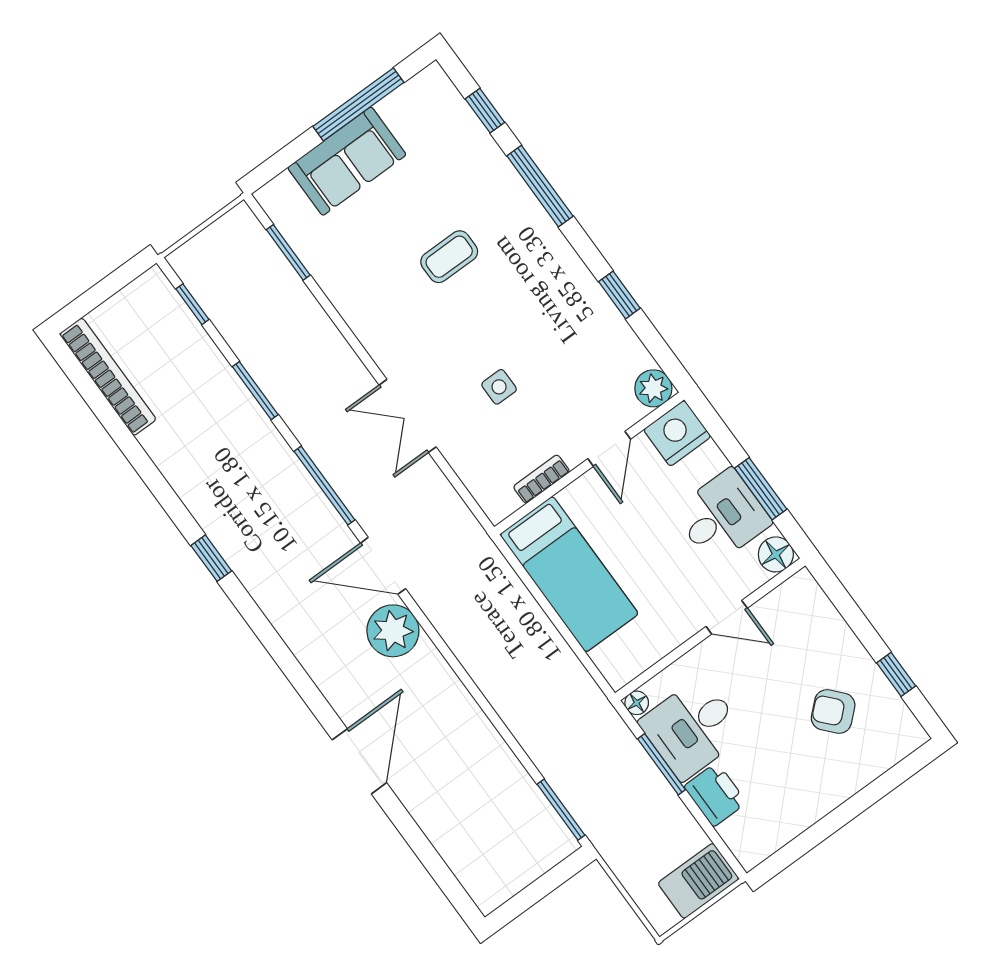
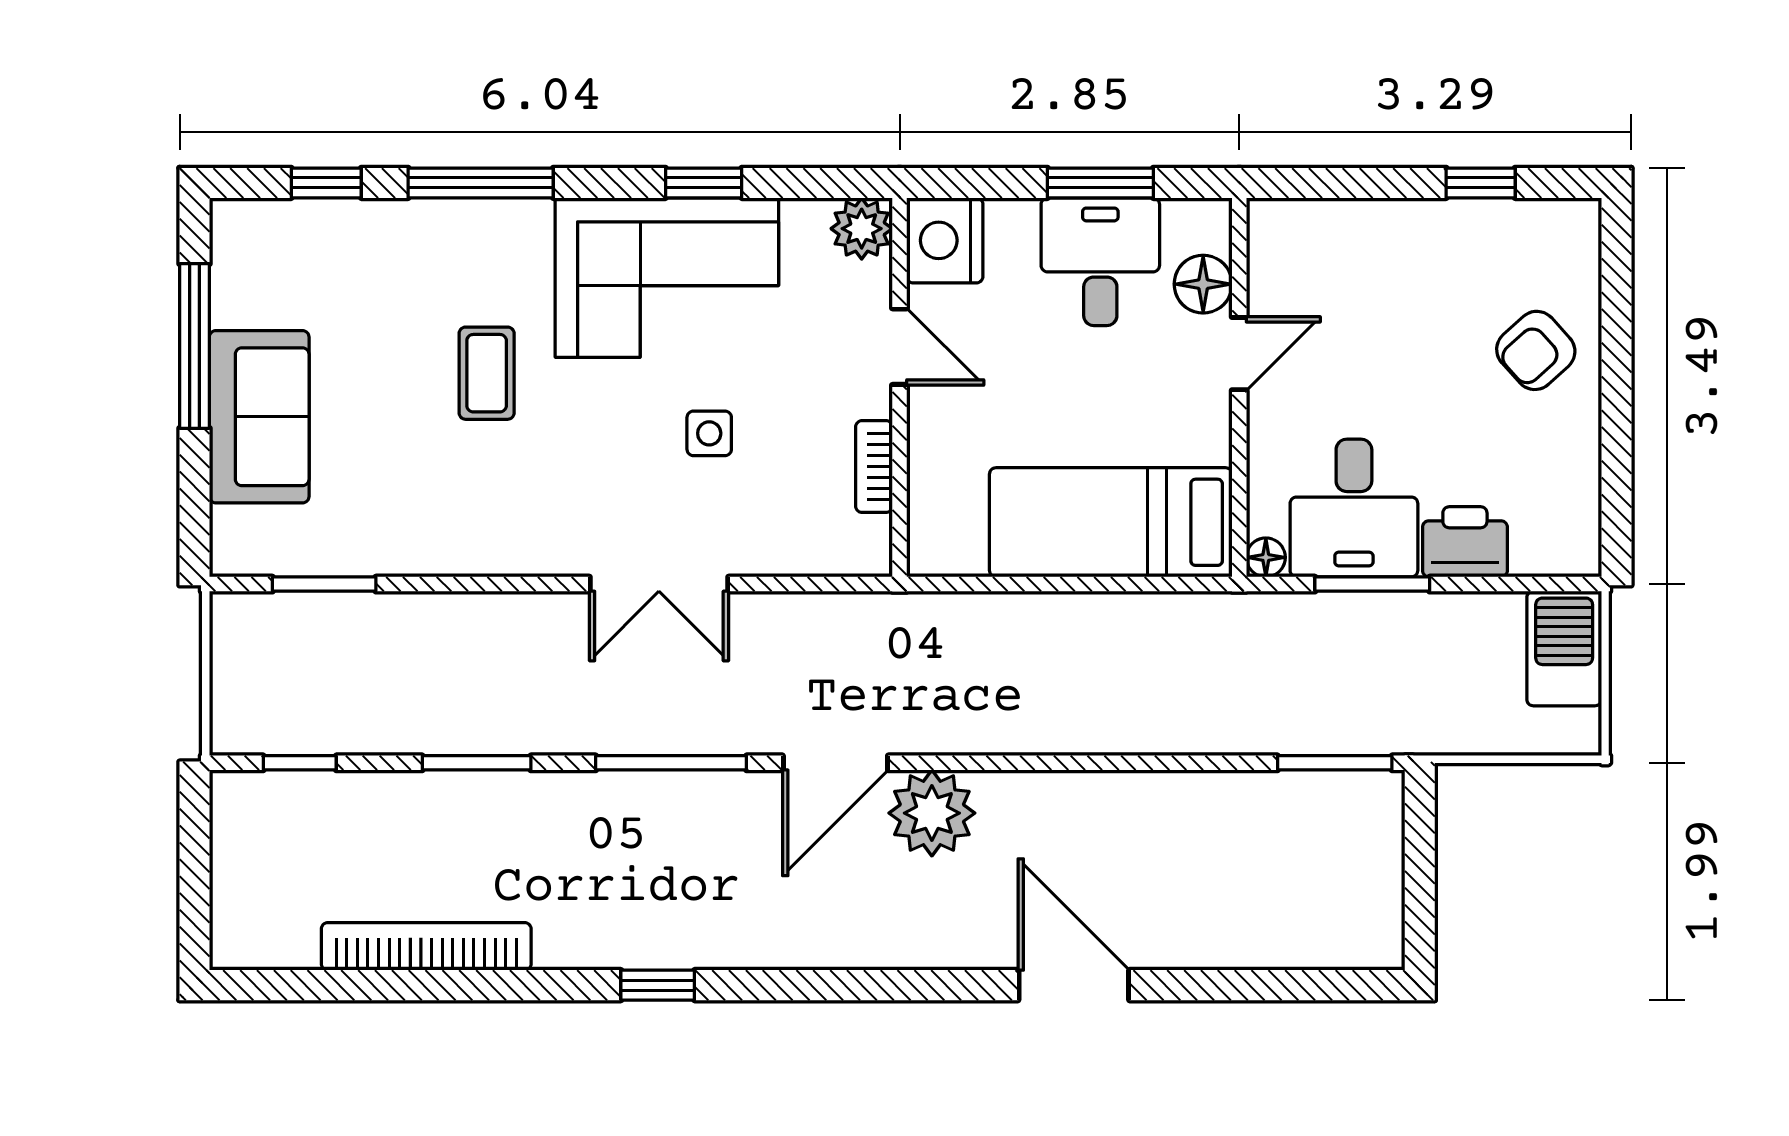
corner sofa: (560, 311) -> (667, 278), added
bookcase: (108, 377) -> (426, 946), moved
floor lamp: (776, 554) -> (1203, 284), moved
bed: (569, 574) -> (1111, 522), moved, turned 180
armchair: (833, 711) -> (1536, 350), moved

